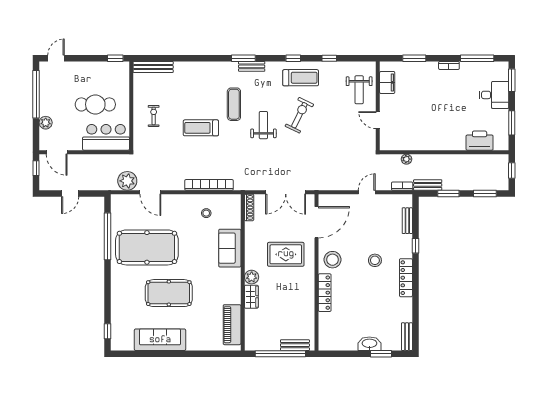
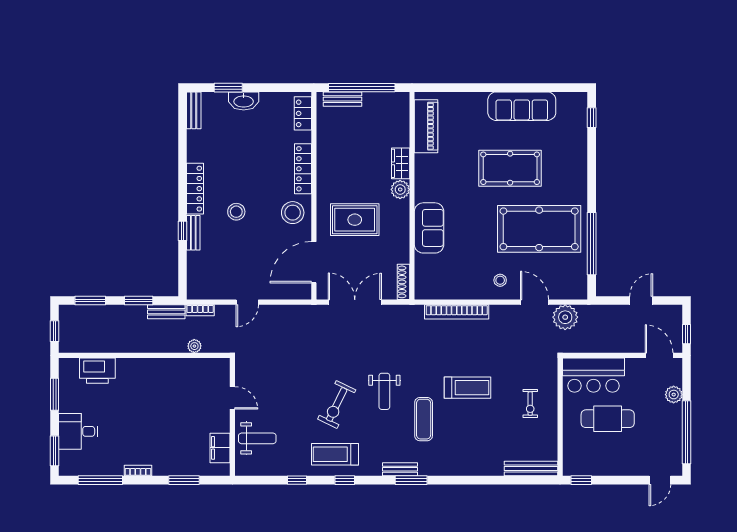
weight bench: (359, 90) -> (257, 438), turned 90
stool: (206, 213) -> (500, 280), moved
bench: (407, 221) -> (193, 233), moved
locker: (325, 334) -> (303, 113), added

